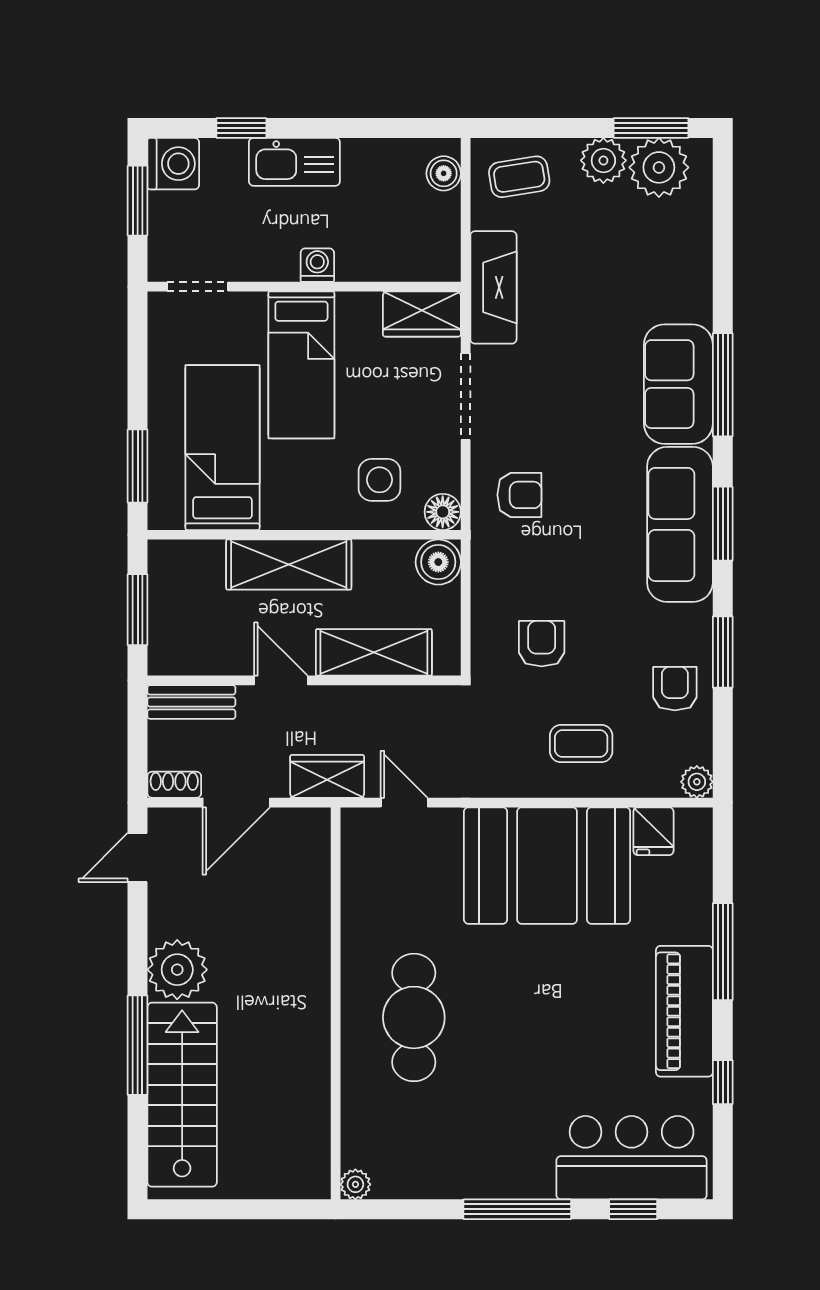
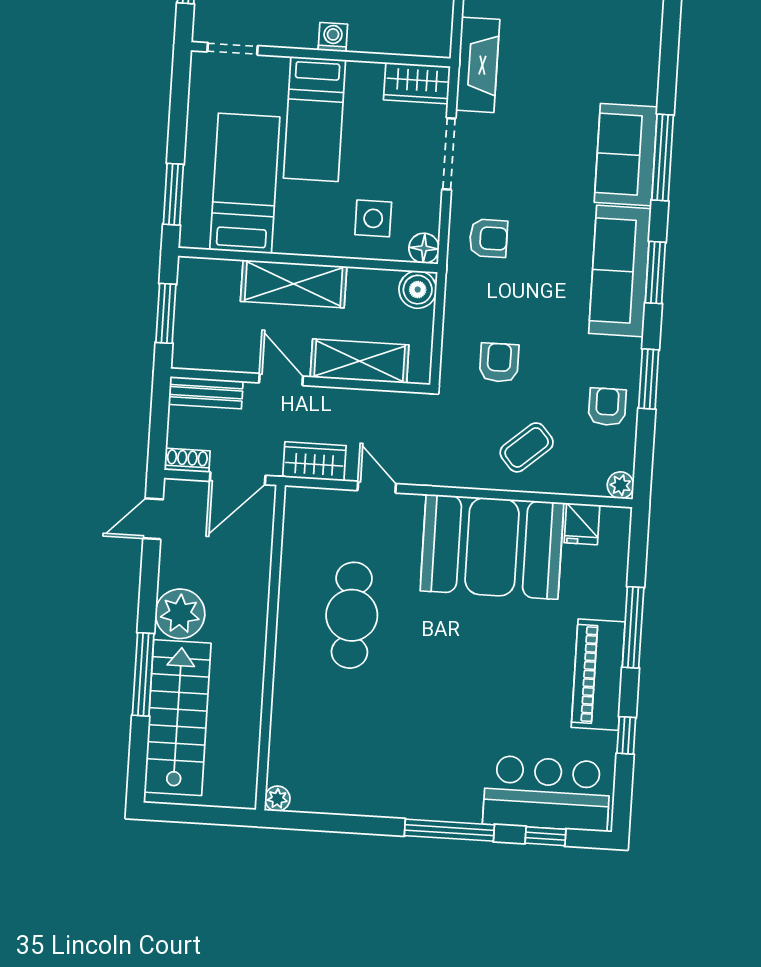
coffee table: (581, 744) -> (527, 447), turned -41
wall: (336, 1003) -> (270, 648), moved
cafe table: (414, 1017) -> (352, 615), moved
plant: (355, 1184) -> (277, 799), moved

